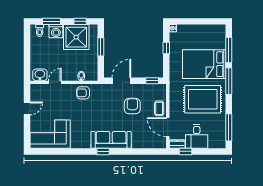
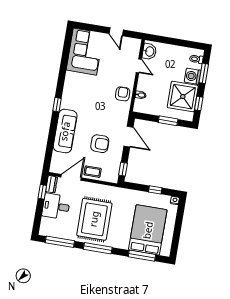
bed: (204, 64) -> (148, 230), moved
window: (229, 81) -> (98, 248), moved
sofa: (111, 140) -> (65, 131), moved

